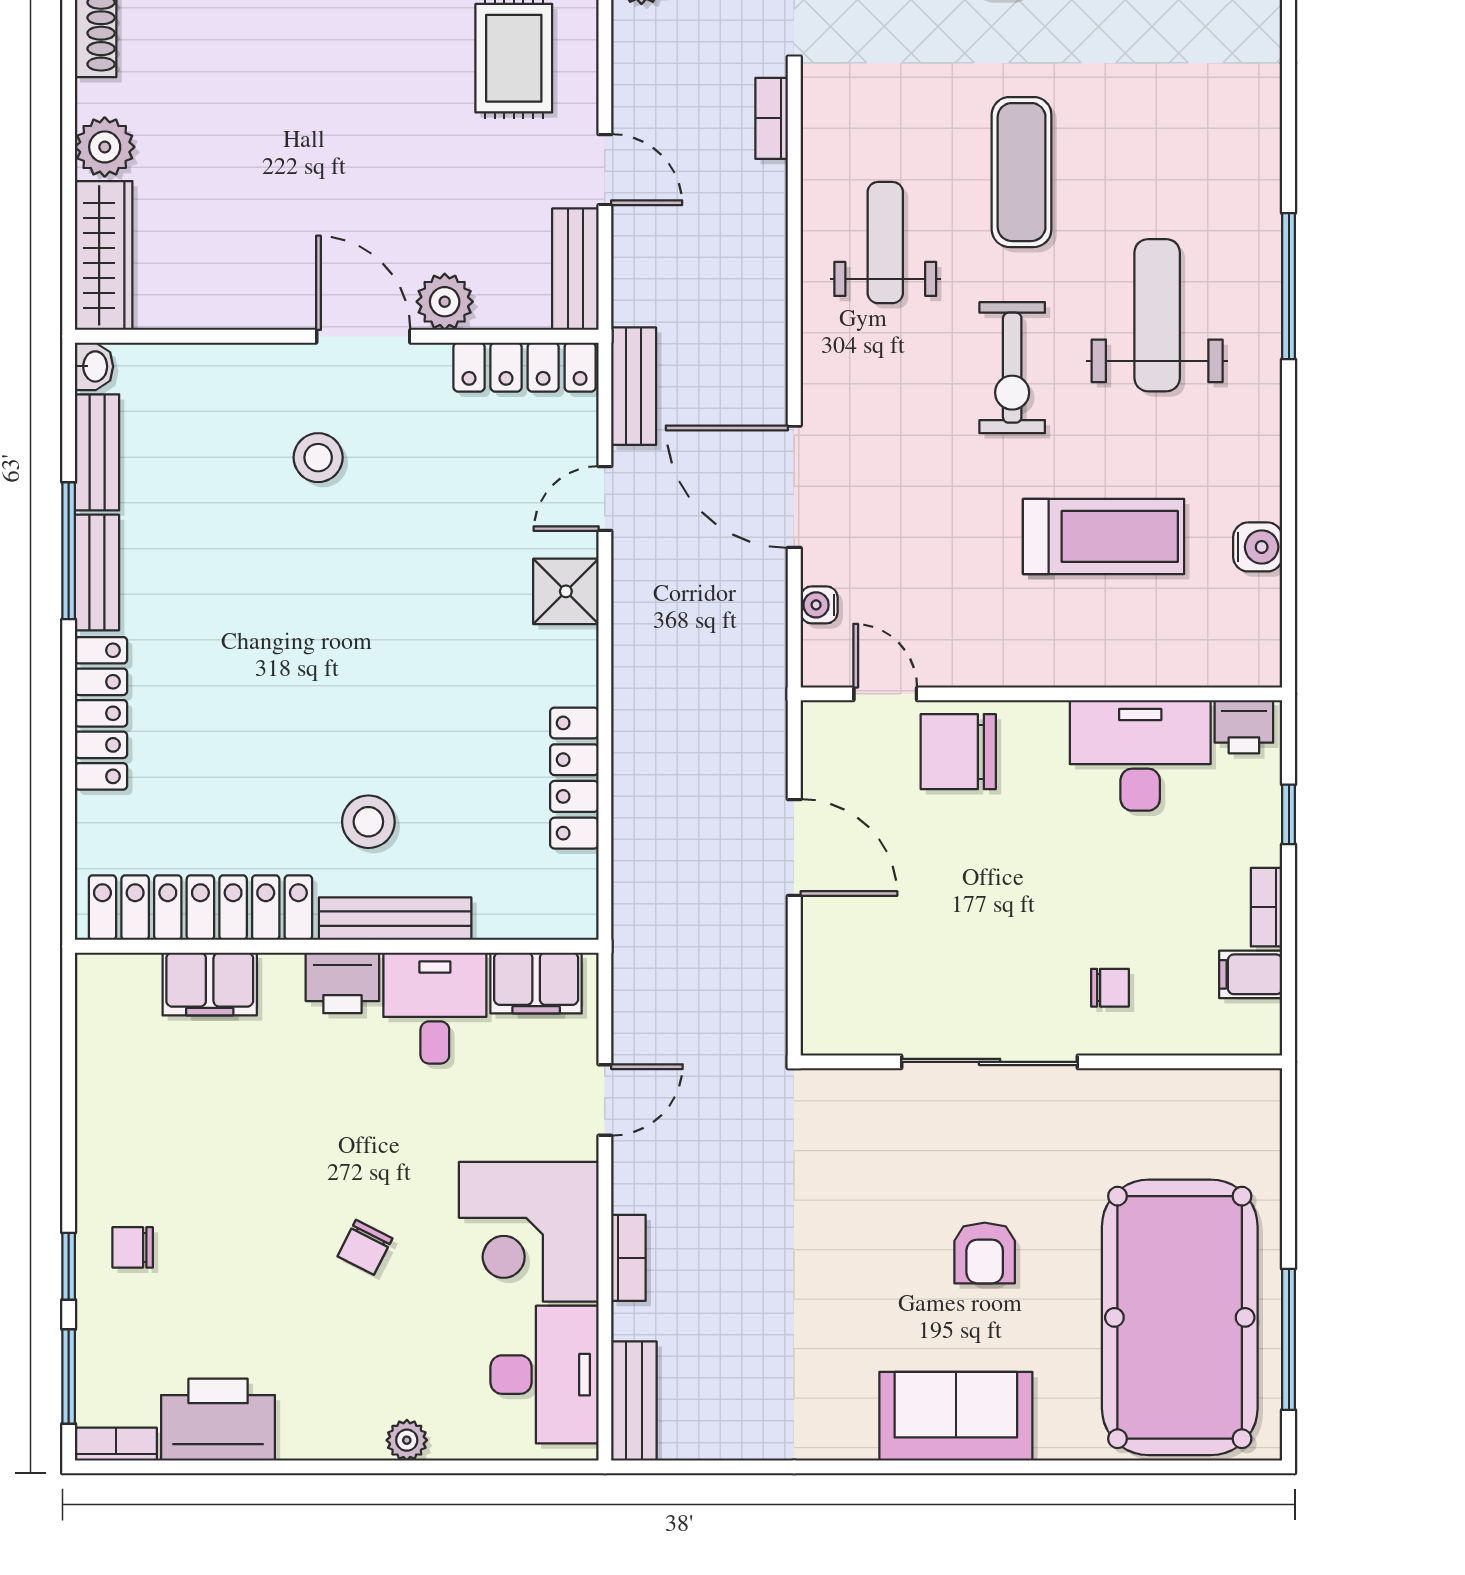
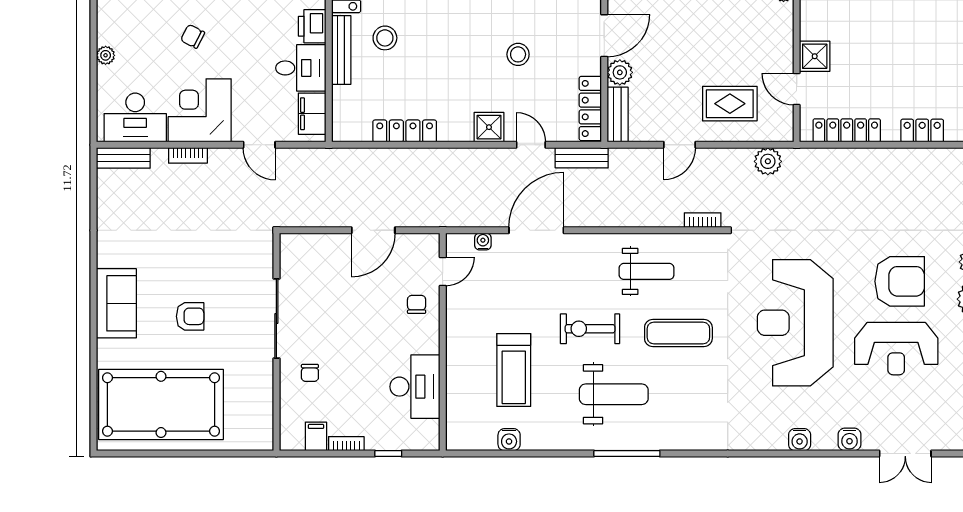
bench: (575, 269) -> (618, 114), moved, turned 90
stool: (318, 458) -> (518, 54), moved
printer: (1244, 727) -> (428, 433), removed
chair: (958, 752) -> (417, 304), width x0.54, depth x0.54
armchair: (985, 1253) -> (190, 316), turned 180
window: (1289, 1339) -> (151, 454), removed

